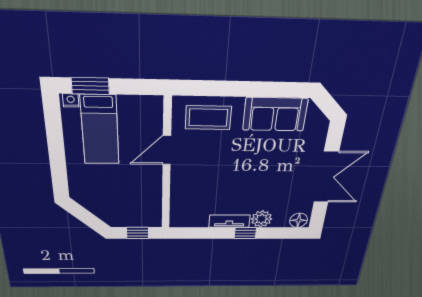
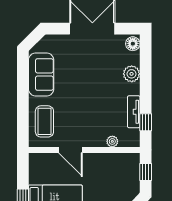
plant: (177, 198) -> (112, 141), added
tv unit: (229, 221) -> (134, 112), moved
window: (245, 233) -> (146, 122), moved

